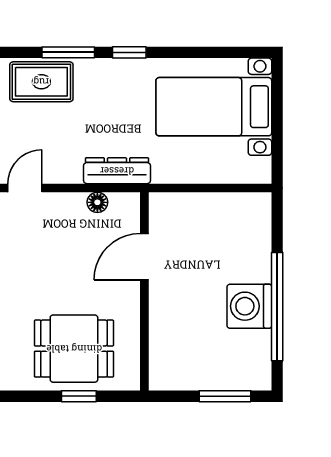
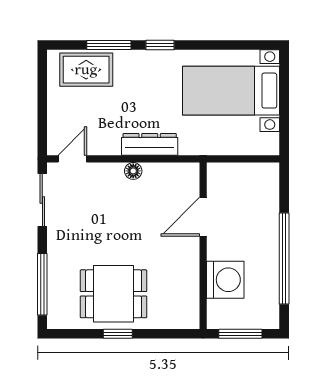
door: (144, 257) -> (203, 217), moved
wall: (144, 291) -> (203, 246), moved
washing machine: (249, 306) -> (225, 280), moved, turned 180

